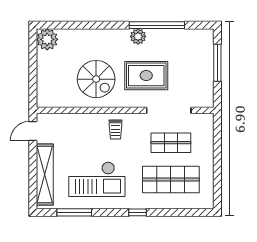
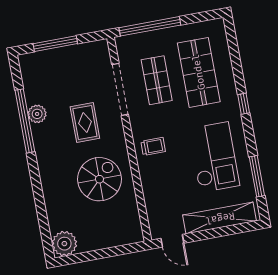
plant: (138, 36) -> (37, 114), moved
rug: (146, 76) -> (85, 122), width x0.73, depth x0.70
window: (217, 145) -> (150, 26), added

